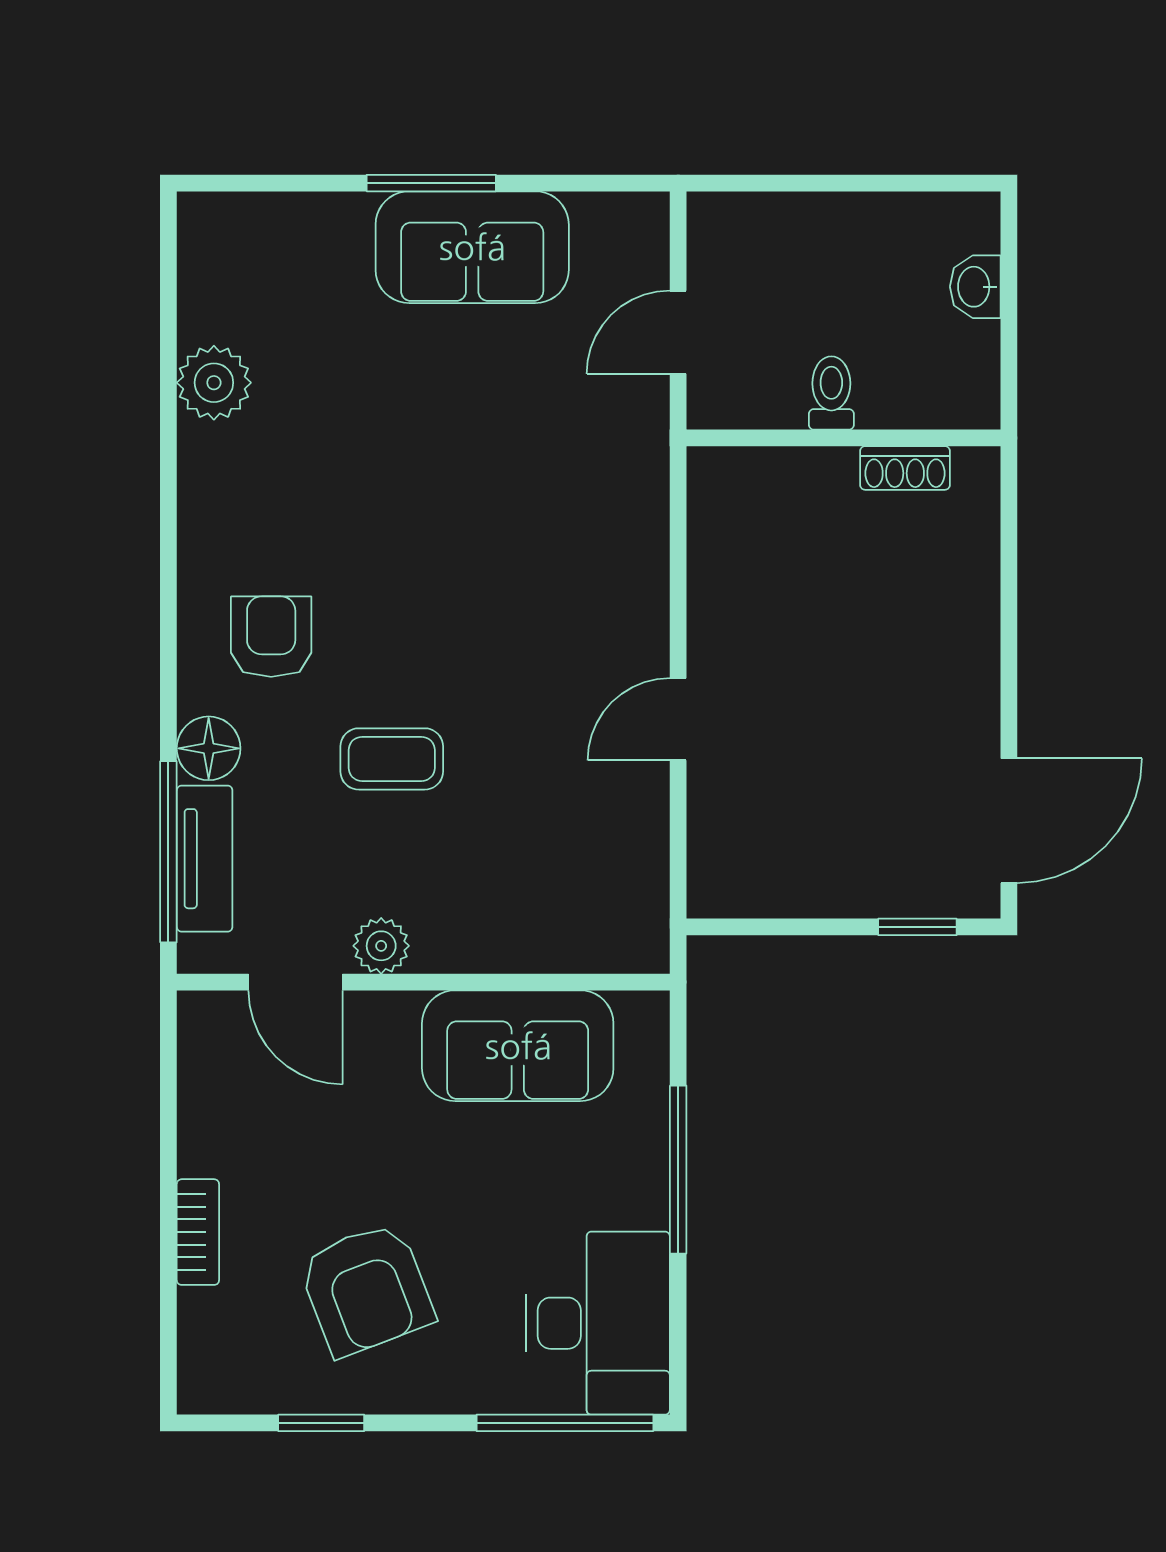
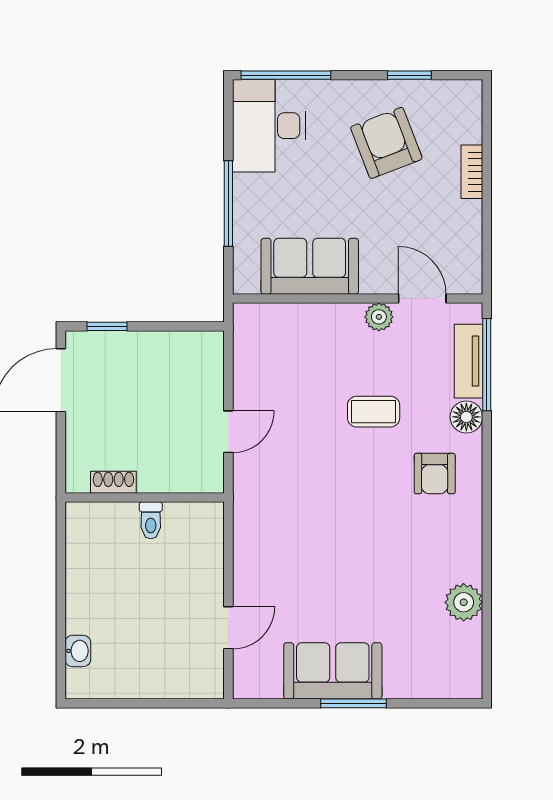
toilet: (831, 393) -> (151, 520), moved
wall: (843, 438) -> (145, 497), moved
shoe rack: (905, 468) -> (113, 482), moved

